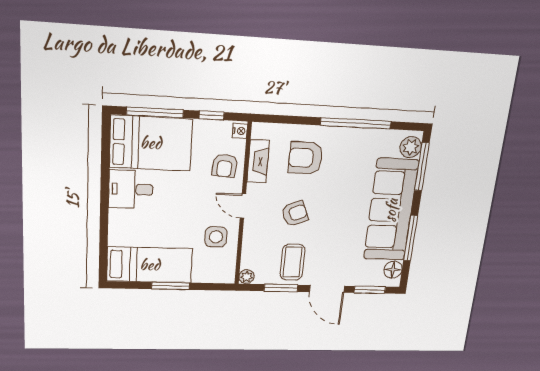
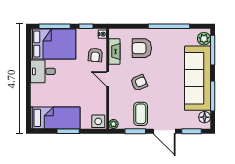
side table: (216, 237) -> (98, 121), moved

